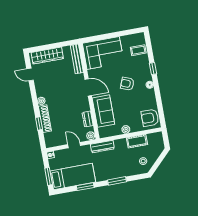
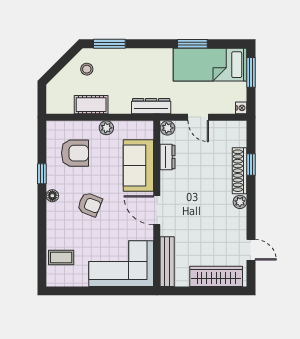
window: (153, 69) -> (42, 174), moved
armchair: (150, 118) -> (75, 153), moved
window: (117, 181) -> (109, 44), moved

